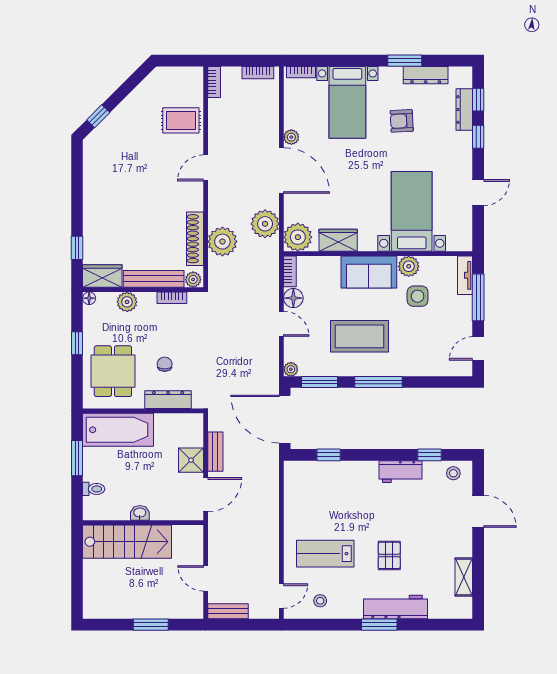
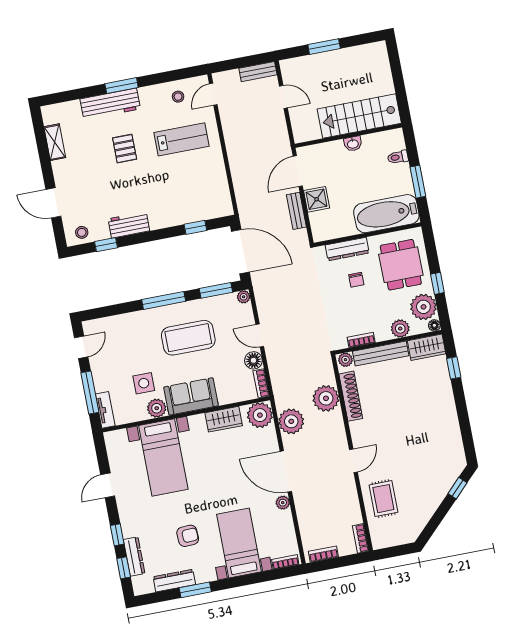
rug: (181, 120) -> (383, 499), turned 90
plant: (97, 321) -> (423, 307), added

